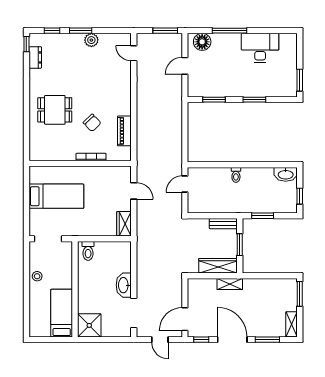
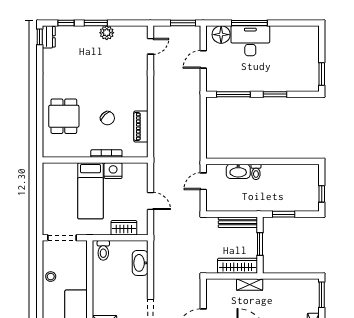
desk: (260, 48) -> (250, 41), moved
door: (134, 53) -> (150, 46), swing flipped
dresser: (35, 57) -> (49, 37), moved
window: (214, 100) -> (233, 94), width x1.44
dining table: (55, 110) -> (64, 116), moved, turned 90
nightstand: (98, 174) -> (113, 171), added
washbasin: (286, 174) -> (238, 171), moved
door: (134, 191) -> (150, 201), moved
bed: (56, 196) -> (90, 191), moved, turned 90
wardrobe: (124, 224) -> (124, 228), moved, turned 90
bench: (223, 224) -> (238, 222), width x1.36
washbasin: (124, 285) -> (140, 263), moved

